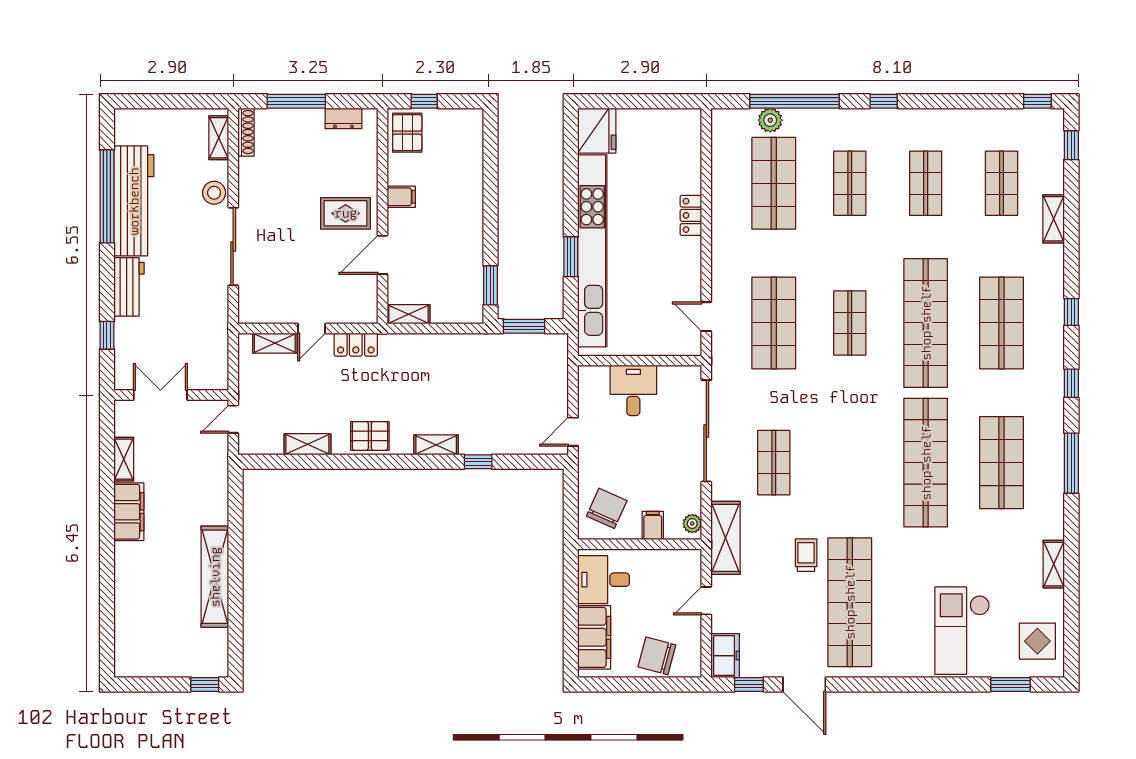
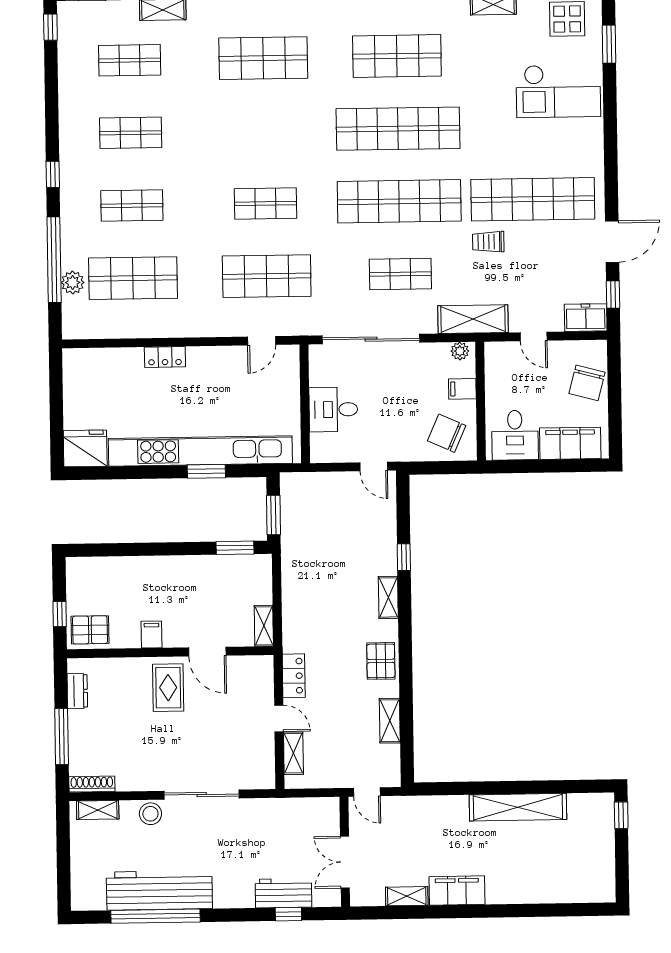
workbench: (129, 287) -> (283, 893), moved
shop shelf: (926, 323) -> (399, 201), moved

